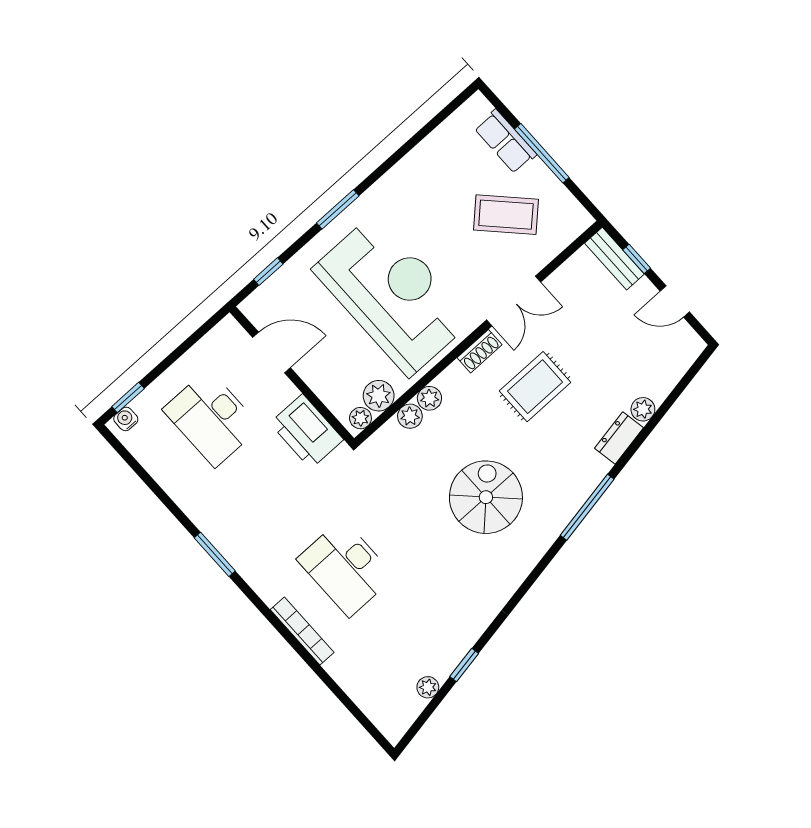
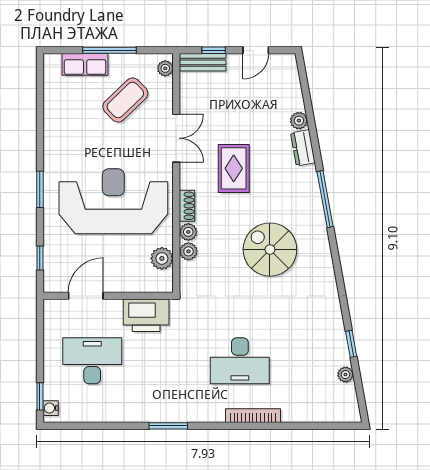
shoe rack: (480, 351) -> (187, 206), moved
desk: (212, 418) -> (92, 361), turned 180
plant: (360, 418) -> (165, 68), moved

